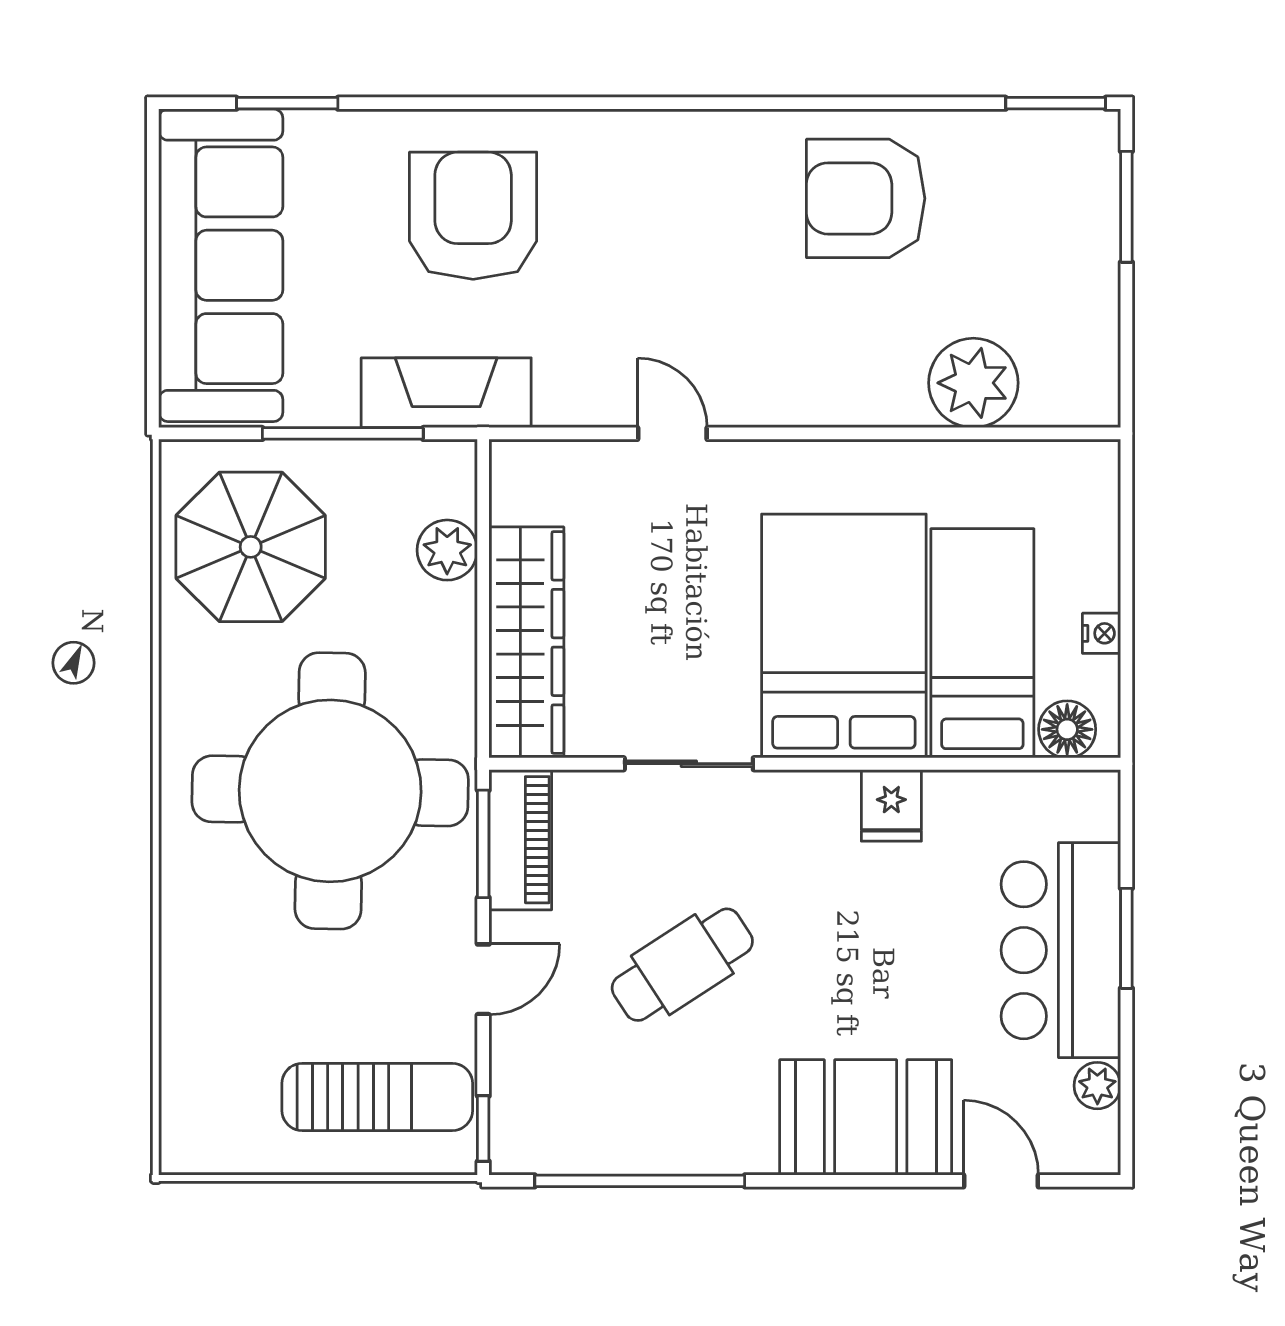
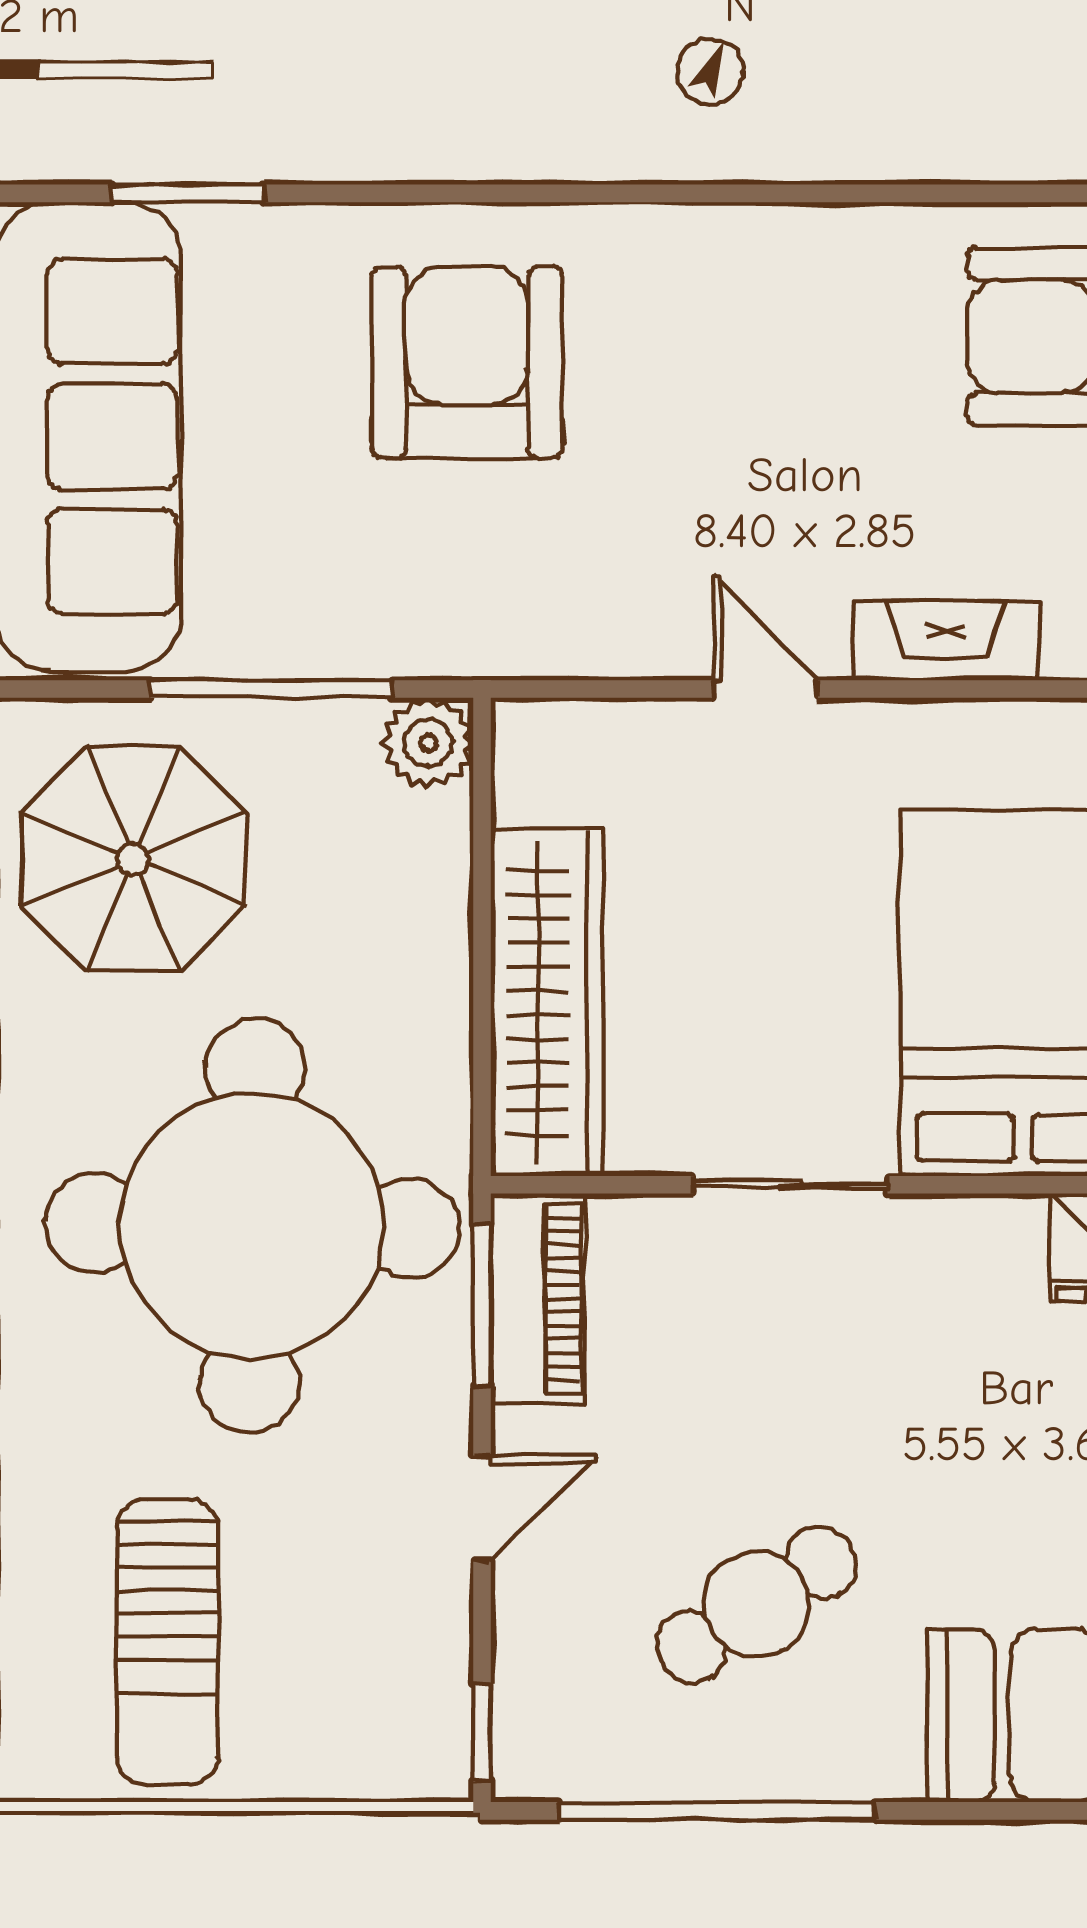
fireplace: (446, 393) -> (946, 641), moved, width x0.73, depth x0.76
plant: (447, 550) -> (428, 743), moved
cafe table: (682, 965) -> (756, 1604), moved
sun lounger: (377, 1097) -> (167, 1642), moved, turned 90

